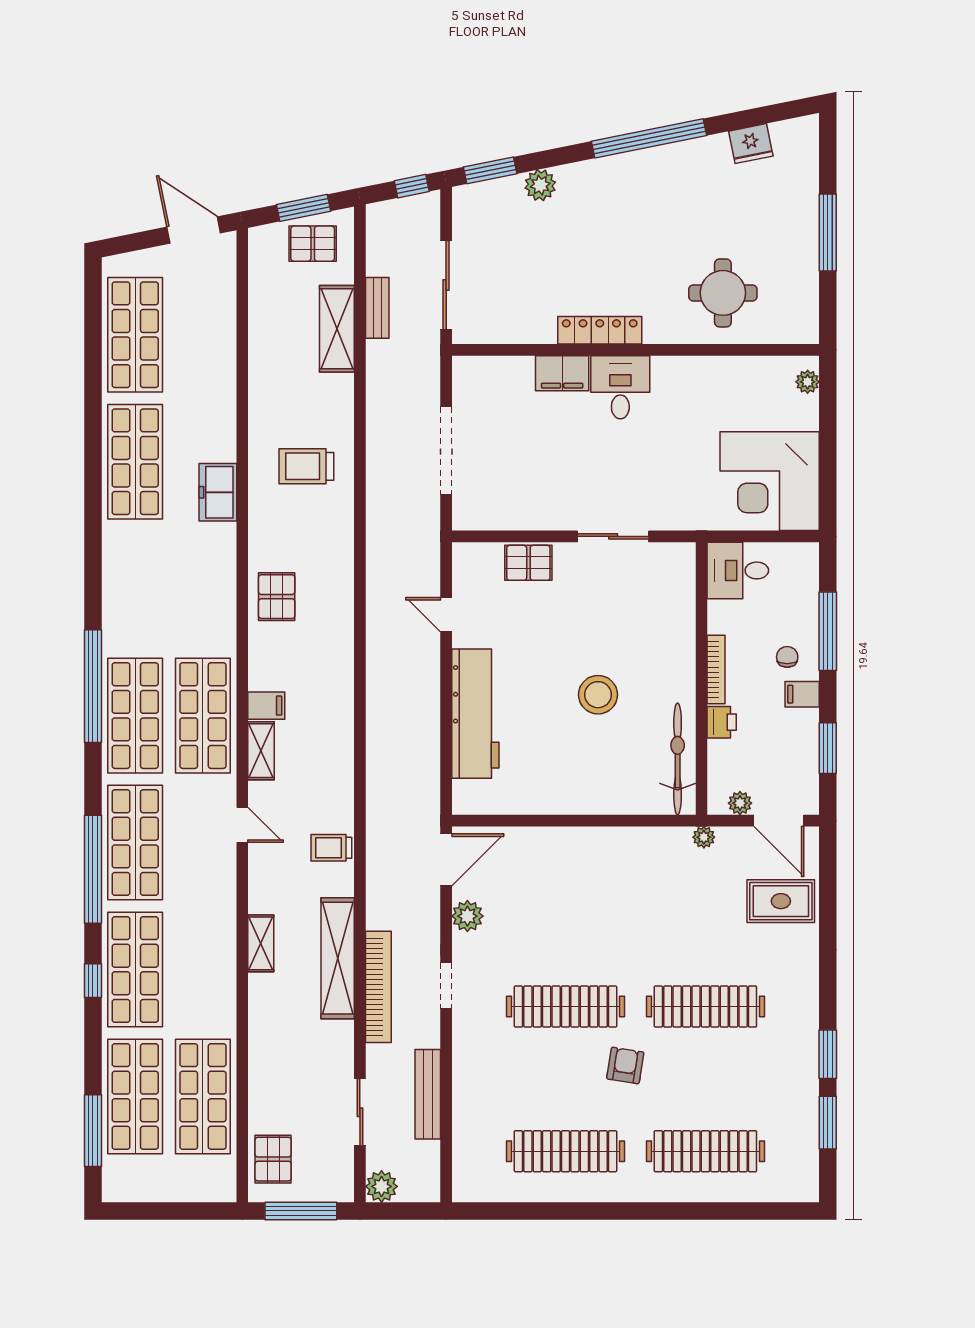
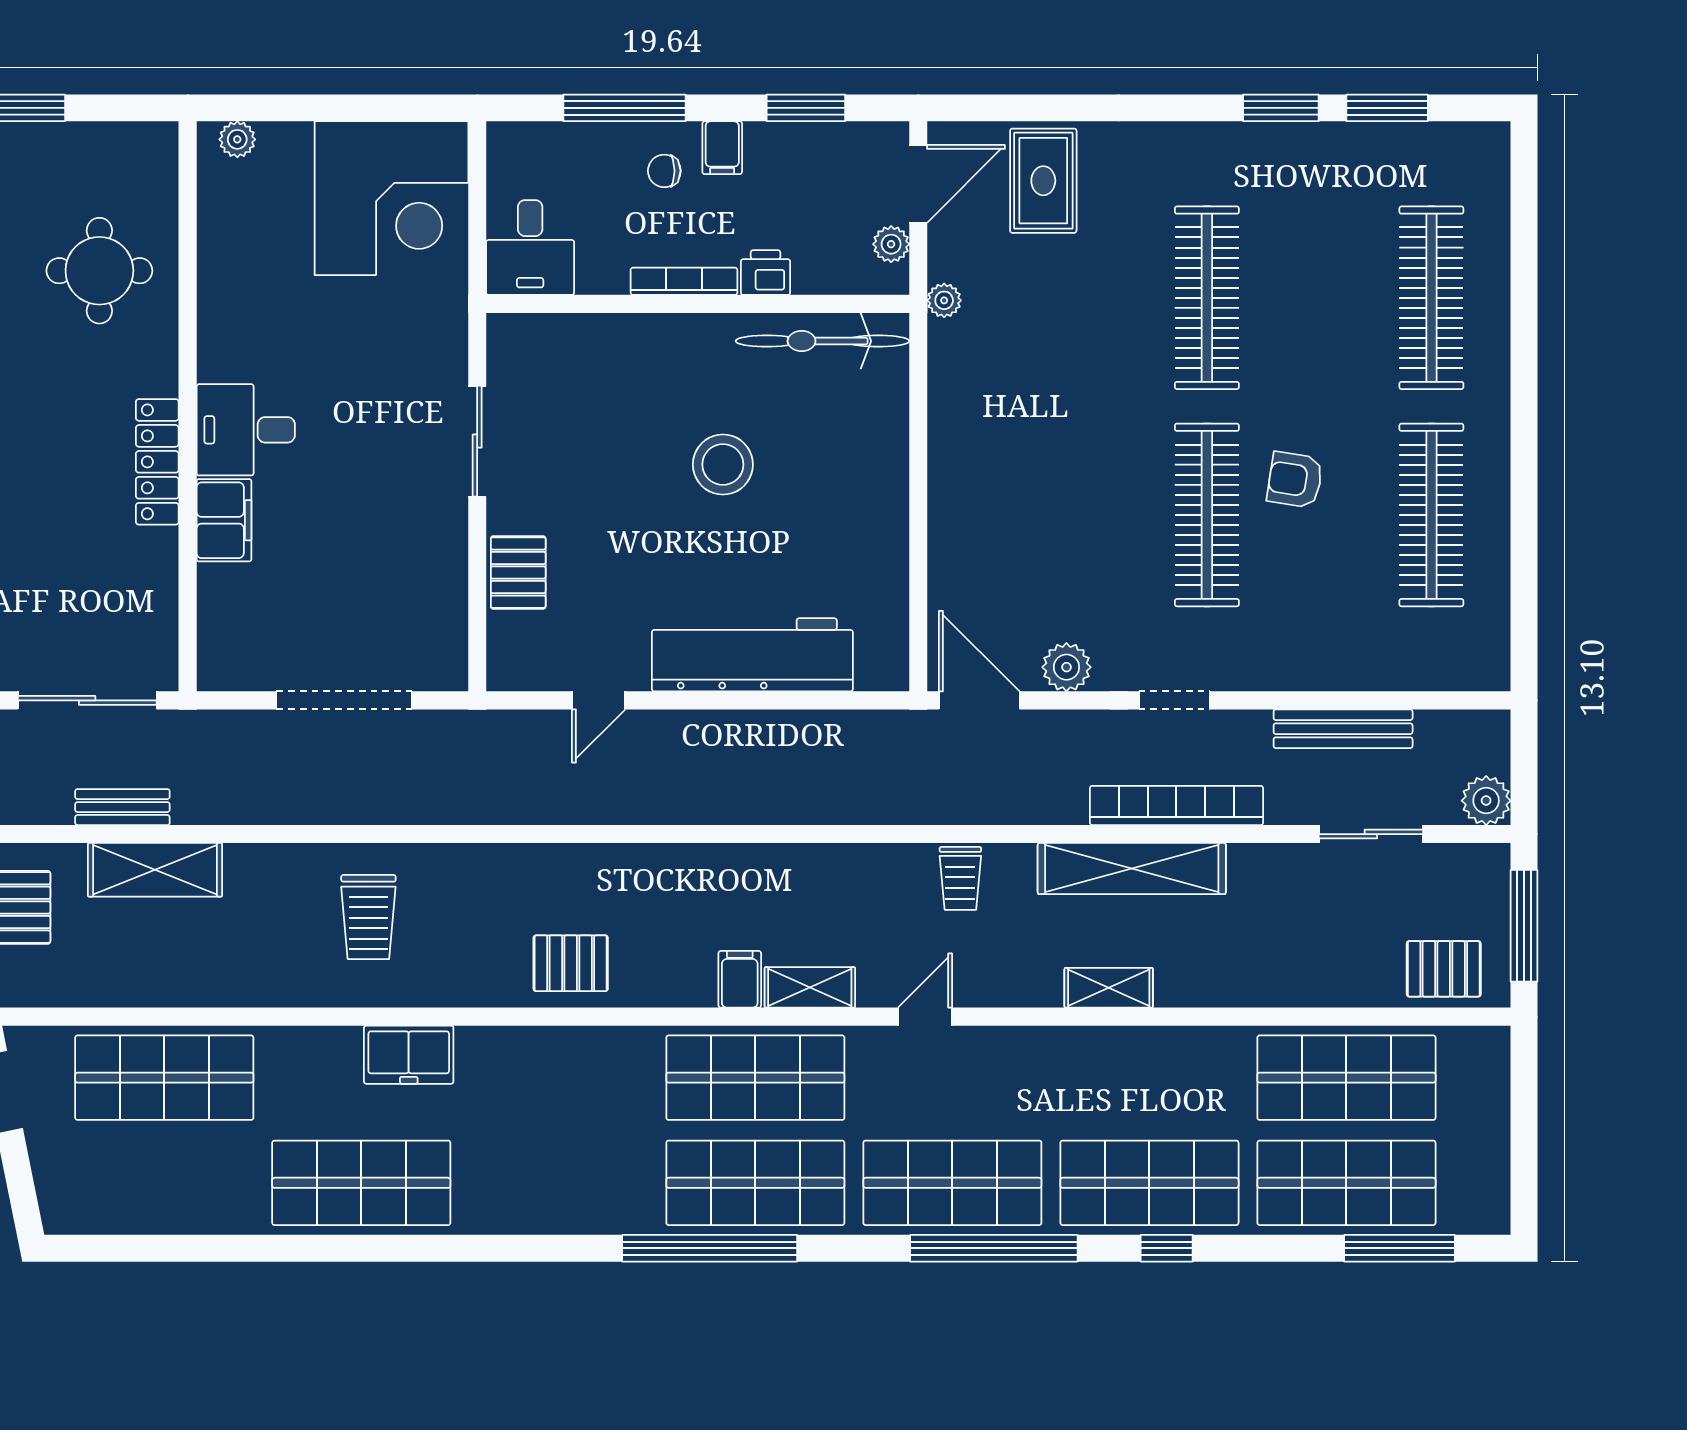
shop shelf: (135, 335) -> (164, 1078), moved
armchair: (625, 1065) -> (1295, 480), moved

